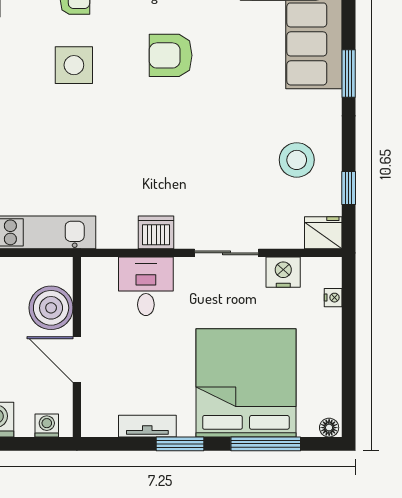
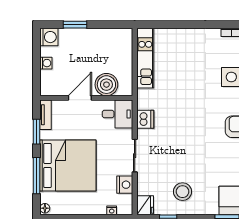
boiler: (51, 308) -> (106, 85), moved
wall: (77, 347) -> (86, 98), moved
door: (77, 359) -> (80, 98), moved

